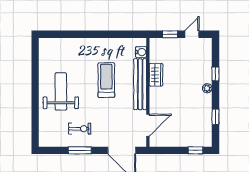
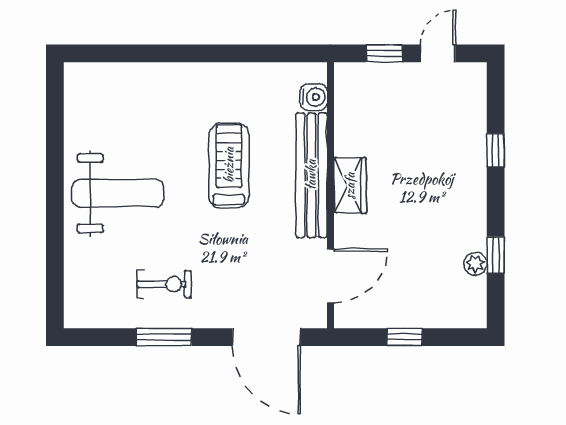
wardrobe: (156, 75) -> (350, 186), moved
plant: (207, 88) -> (475, 264), moved
weight bench: (61, 92) -> (118, 193), turned 90
window: (195, 150) -> (404, 337), moved

